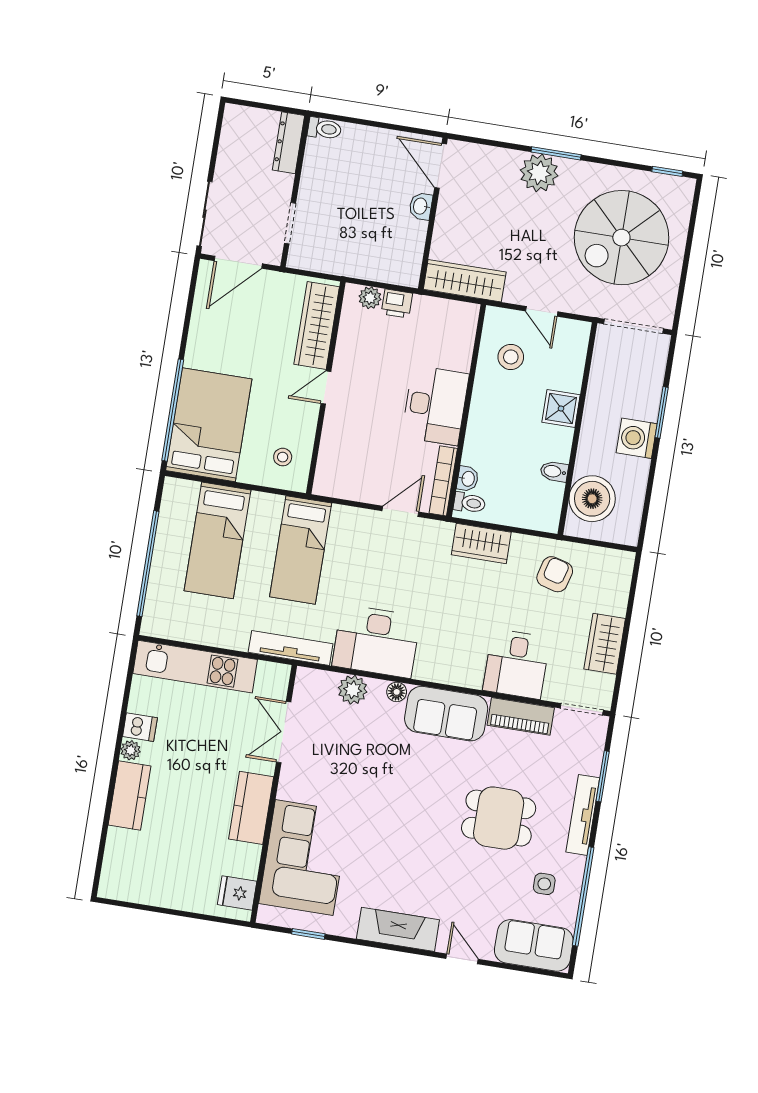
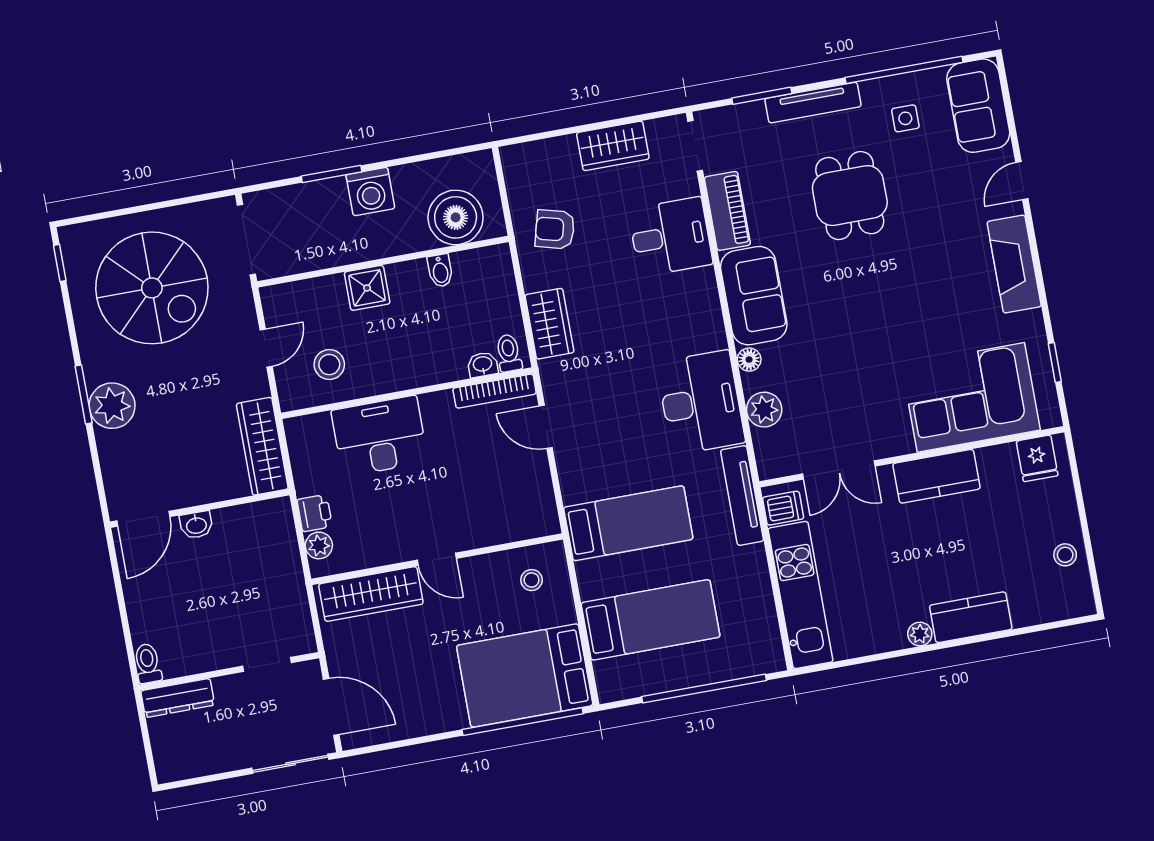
desk: (435, 405) -> (380, 436), moved
dishwasher: (140, 727) -> (783, 508), moved, turned 90
stool: (153, 888) -> (1065, 555), added

